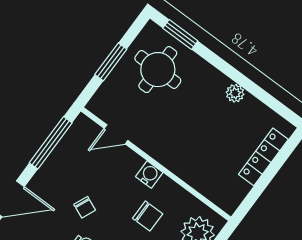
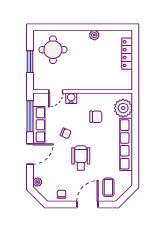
window: (180, 35) -> (51, 27), removed
row of seats: (54, 165) -> (39, 125), added
water cooler: (149, 175) -> (71, 98), moved

